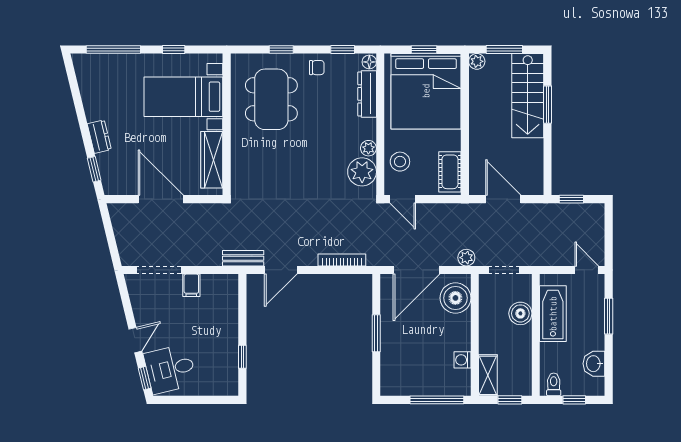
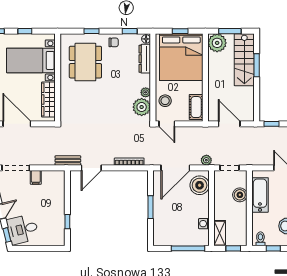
plant: (477, 61) -> (217, 43), width x1.88, depth x1.88

